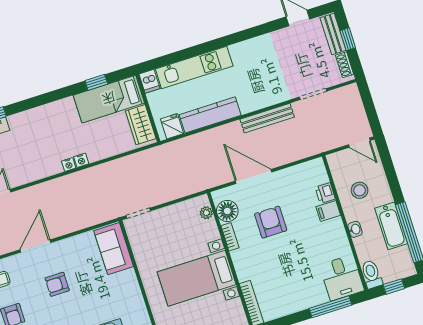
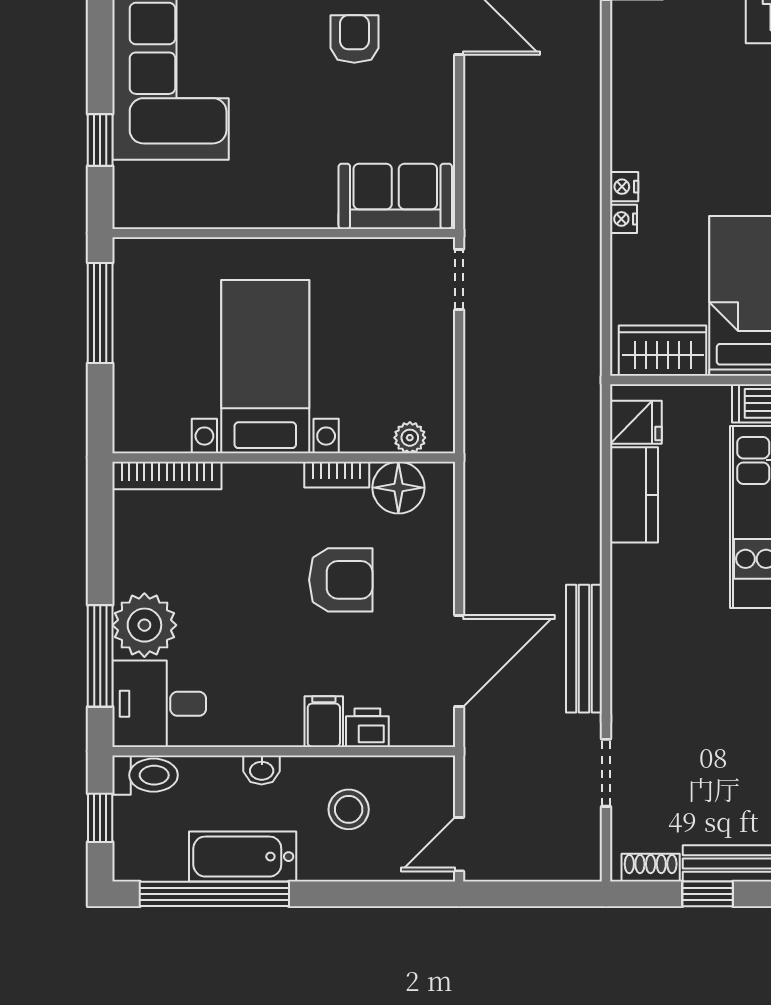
kitchen counter: (210, 115) -> (634, 495), width x0.67
nightstand: (69, 165) -> (624, 219), moved
door: (253, 176) -> (459, 661), moved
plant: (313, 293) -> (144, 625), added

